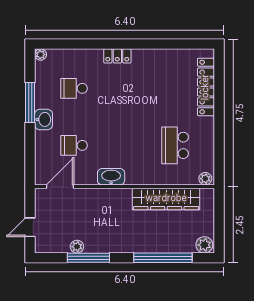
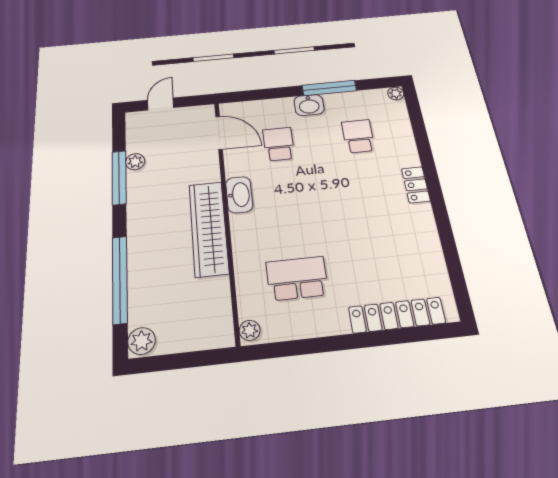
wardrobe: (166, 199) -> (209, 228), moved
door: (30, 227) -> (161, 104), hinge flipped

